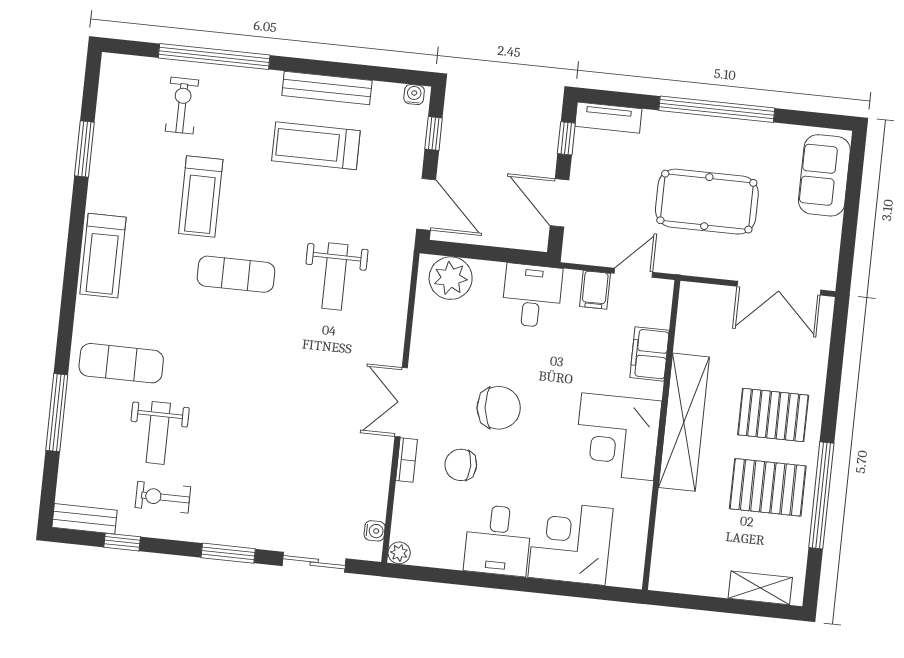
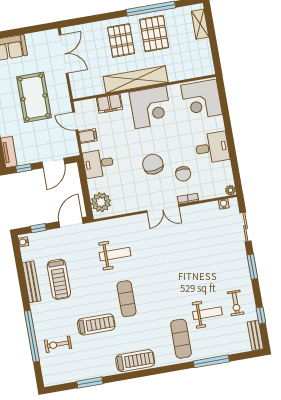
corner desk: (570, 543) -> (202, 100), moved

